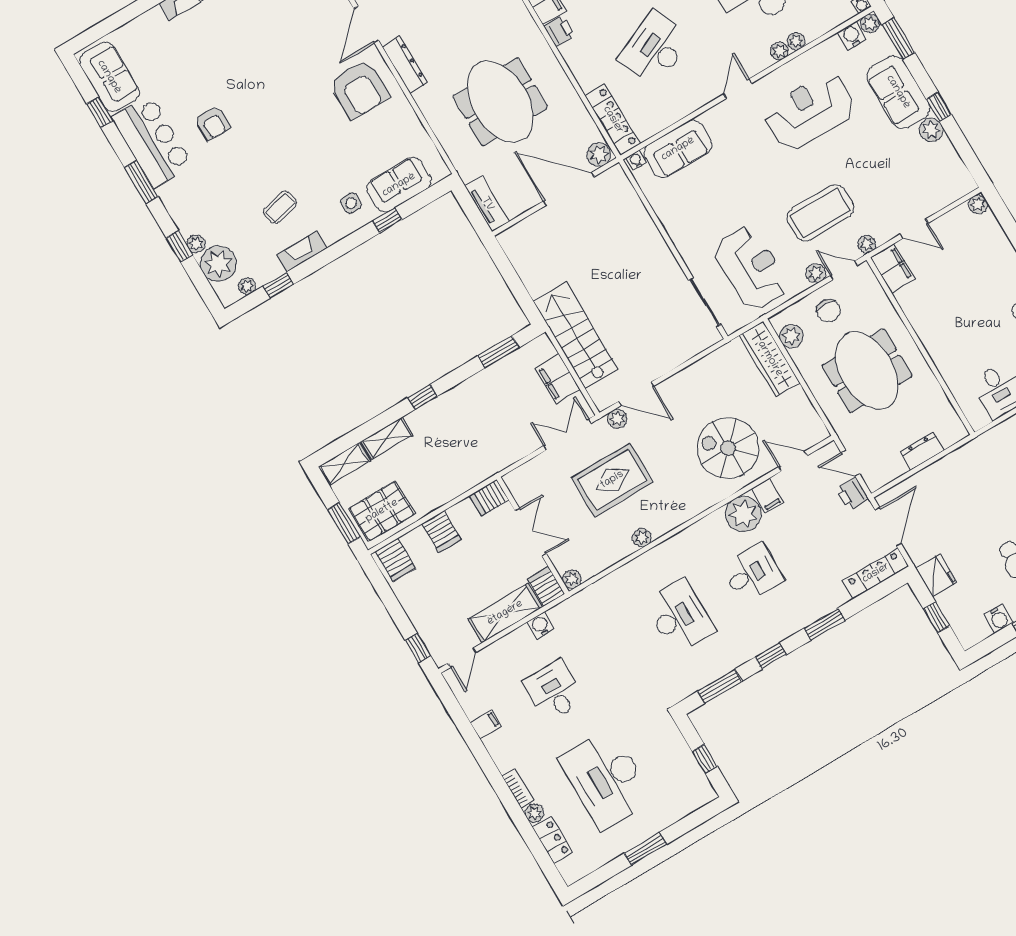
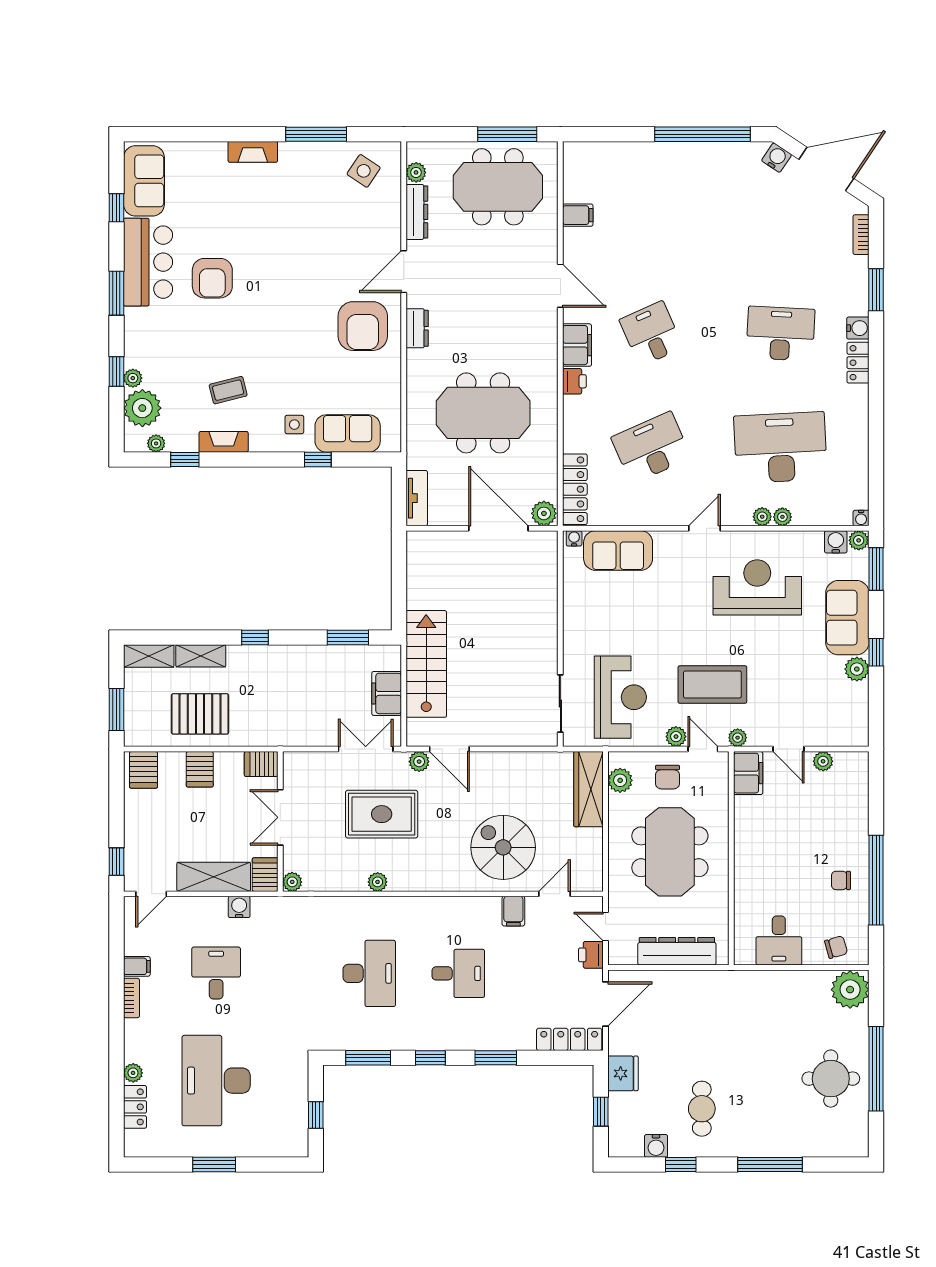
dresser: (405, 65) -> (417, 328), width x0.70
meeting table: (500, 102) -> (483, 413), turned 90
armchair: (213, 123) -> (212, 278), width x1.38, depth x1.38
plant: (978, 204) -> (823, 761), moved
dresser: (922, 451) -> (677, 951), width x1.96, depth x1.24
door: (793, 461) -> (554, 894), hinge flipped
pallet: (382, 511) -> (200, 714), moved
plant: (743, 514) -> (482, 915), removed
double door: (531, 532) -> (280, 817), swing flipped
bookcase: (518, 788) -> (131, 998), moved

